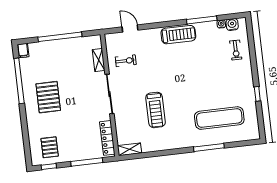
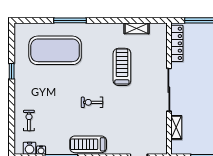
exercise bike: (126, 61) -> (92, 102), moved
exercise mat: (219, 118) -> (55, 50), width x1.47
shelving: (130, 149) -> (137, 28), moved

